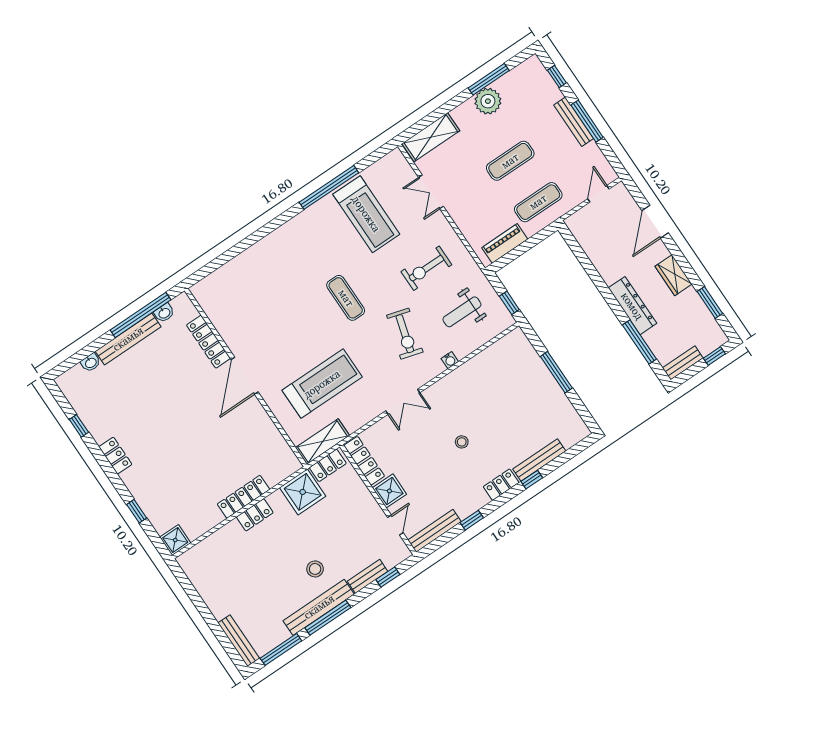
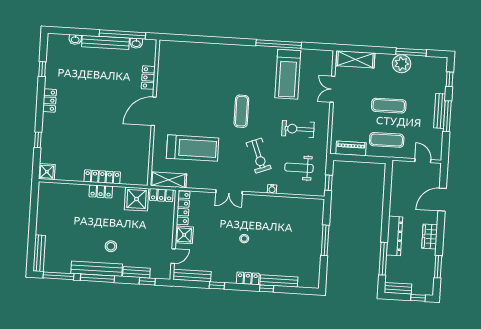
door: (598, 194) -> (423, 161), hinge flipped
exercise bike: (405, 334) -> (259, 156), turned -37
locker: (209, 342) -> (148, 78), width x0.66

